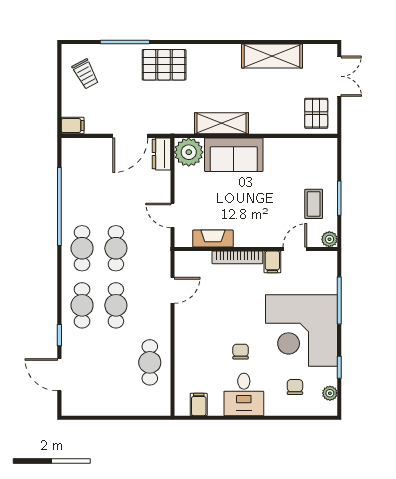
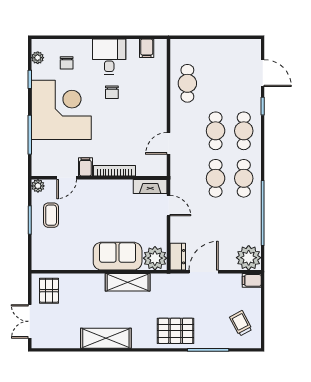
shelving: (272, 56) -> (106, 338), moved
plant: (76, 153) -> (249, 258), added
fireplace: (213, 238) -> (150, 186), moved

